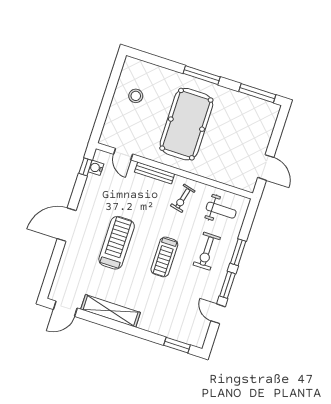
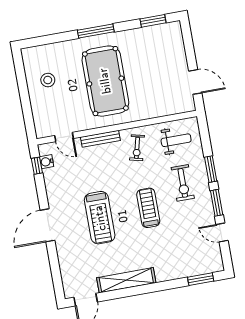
window: (257, 93) -> (153, 21), width x0.69
treadmill: (117, 243) -> (100, 218), turned 180
treadmill: (164, 257) -> (148, 208), turned 180

